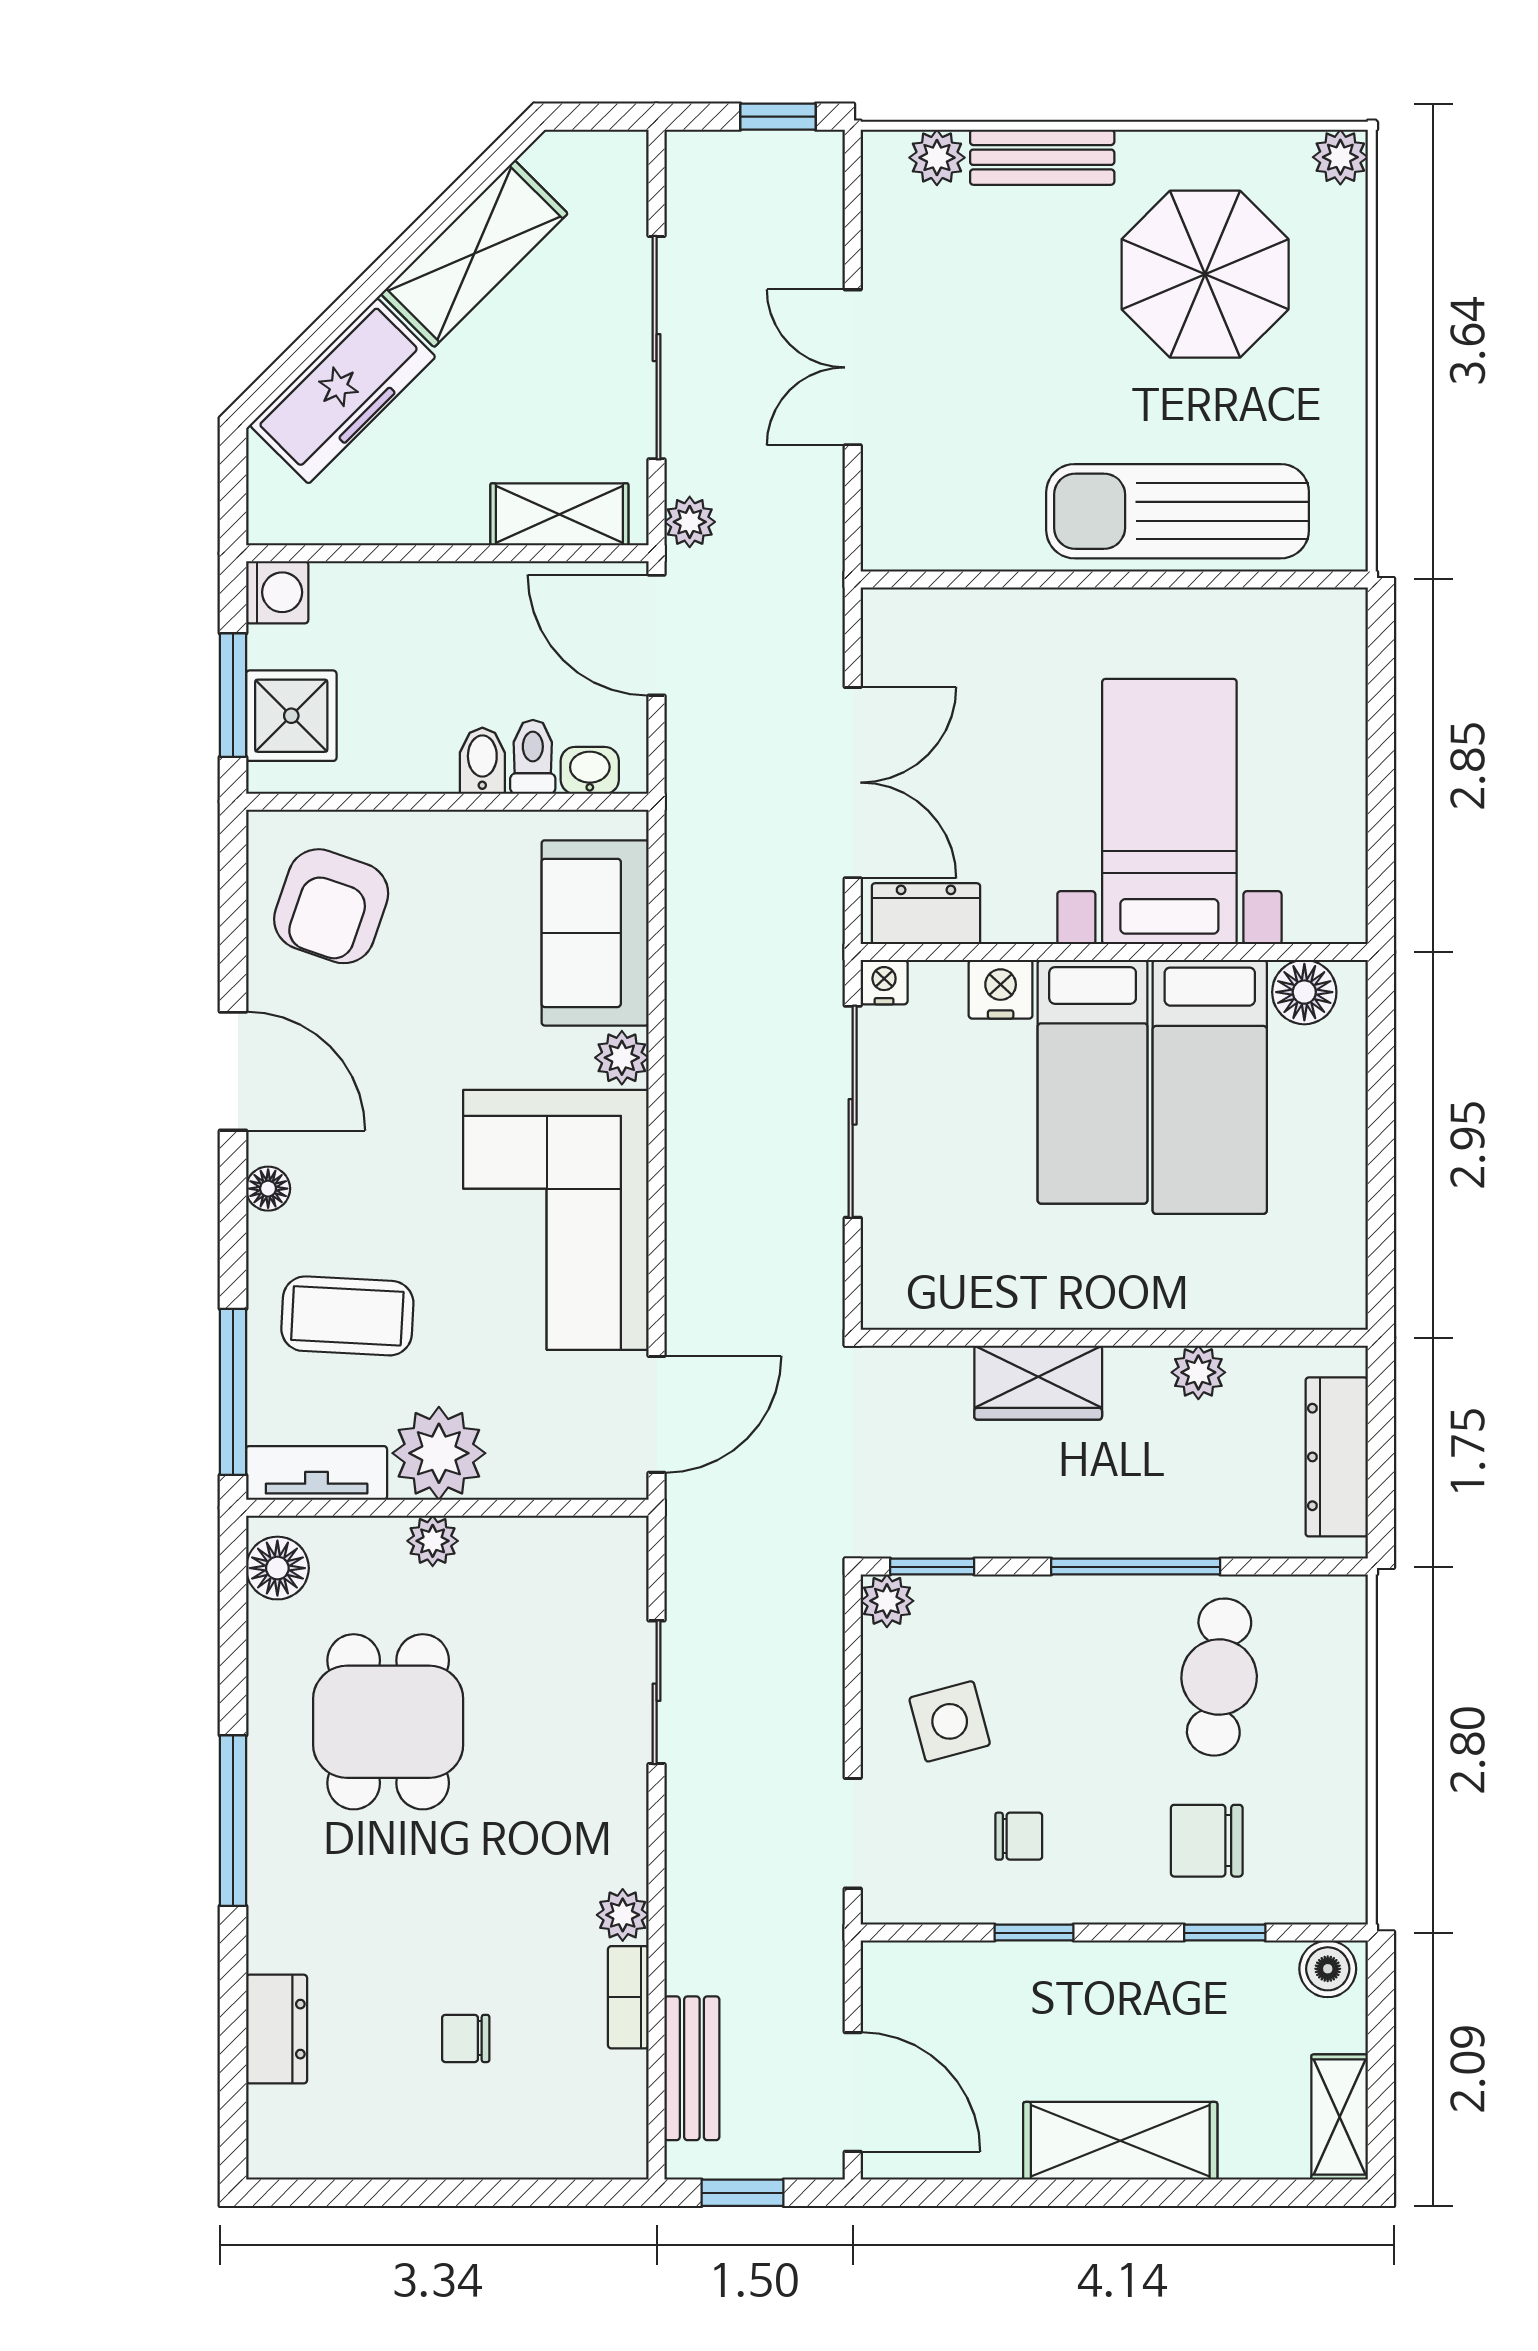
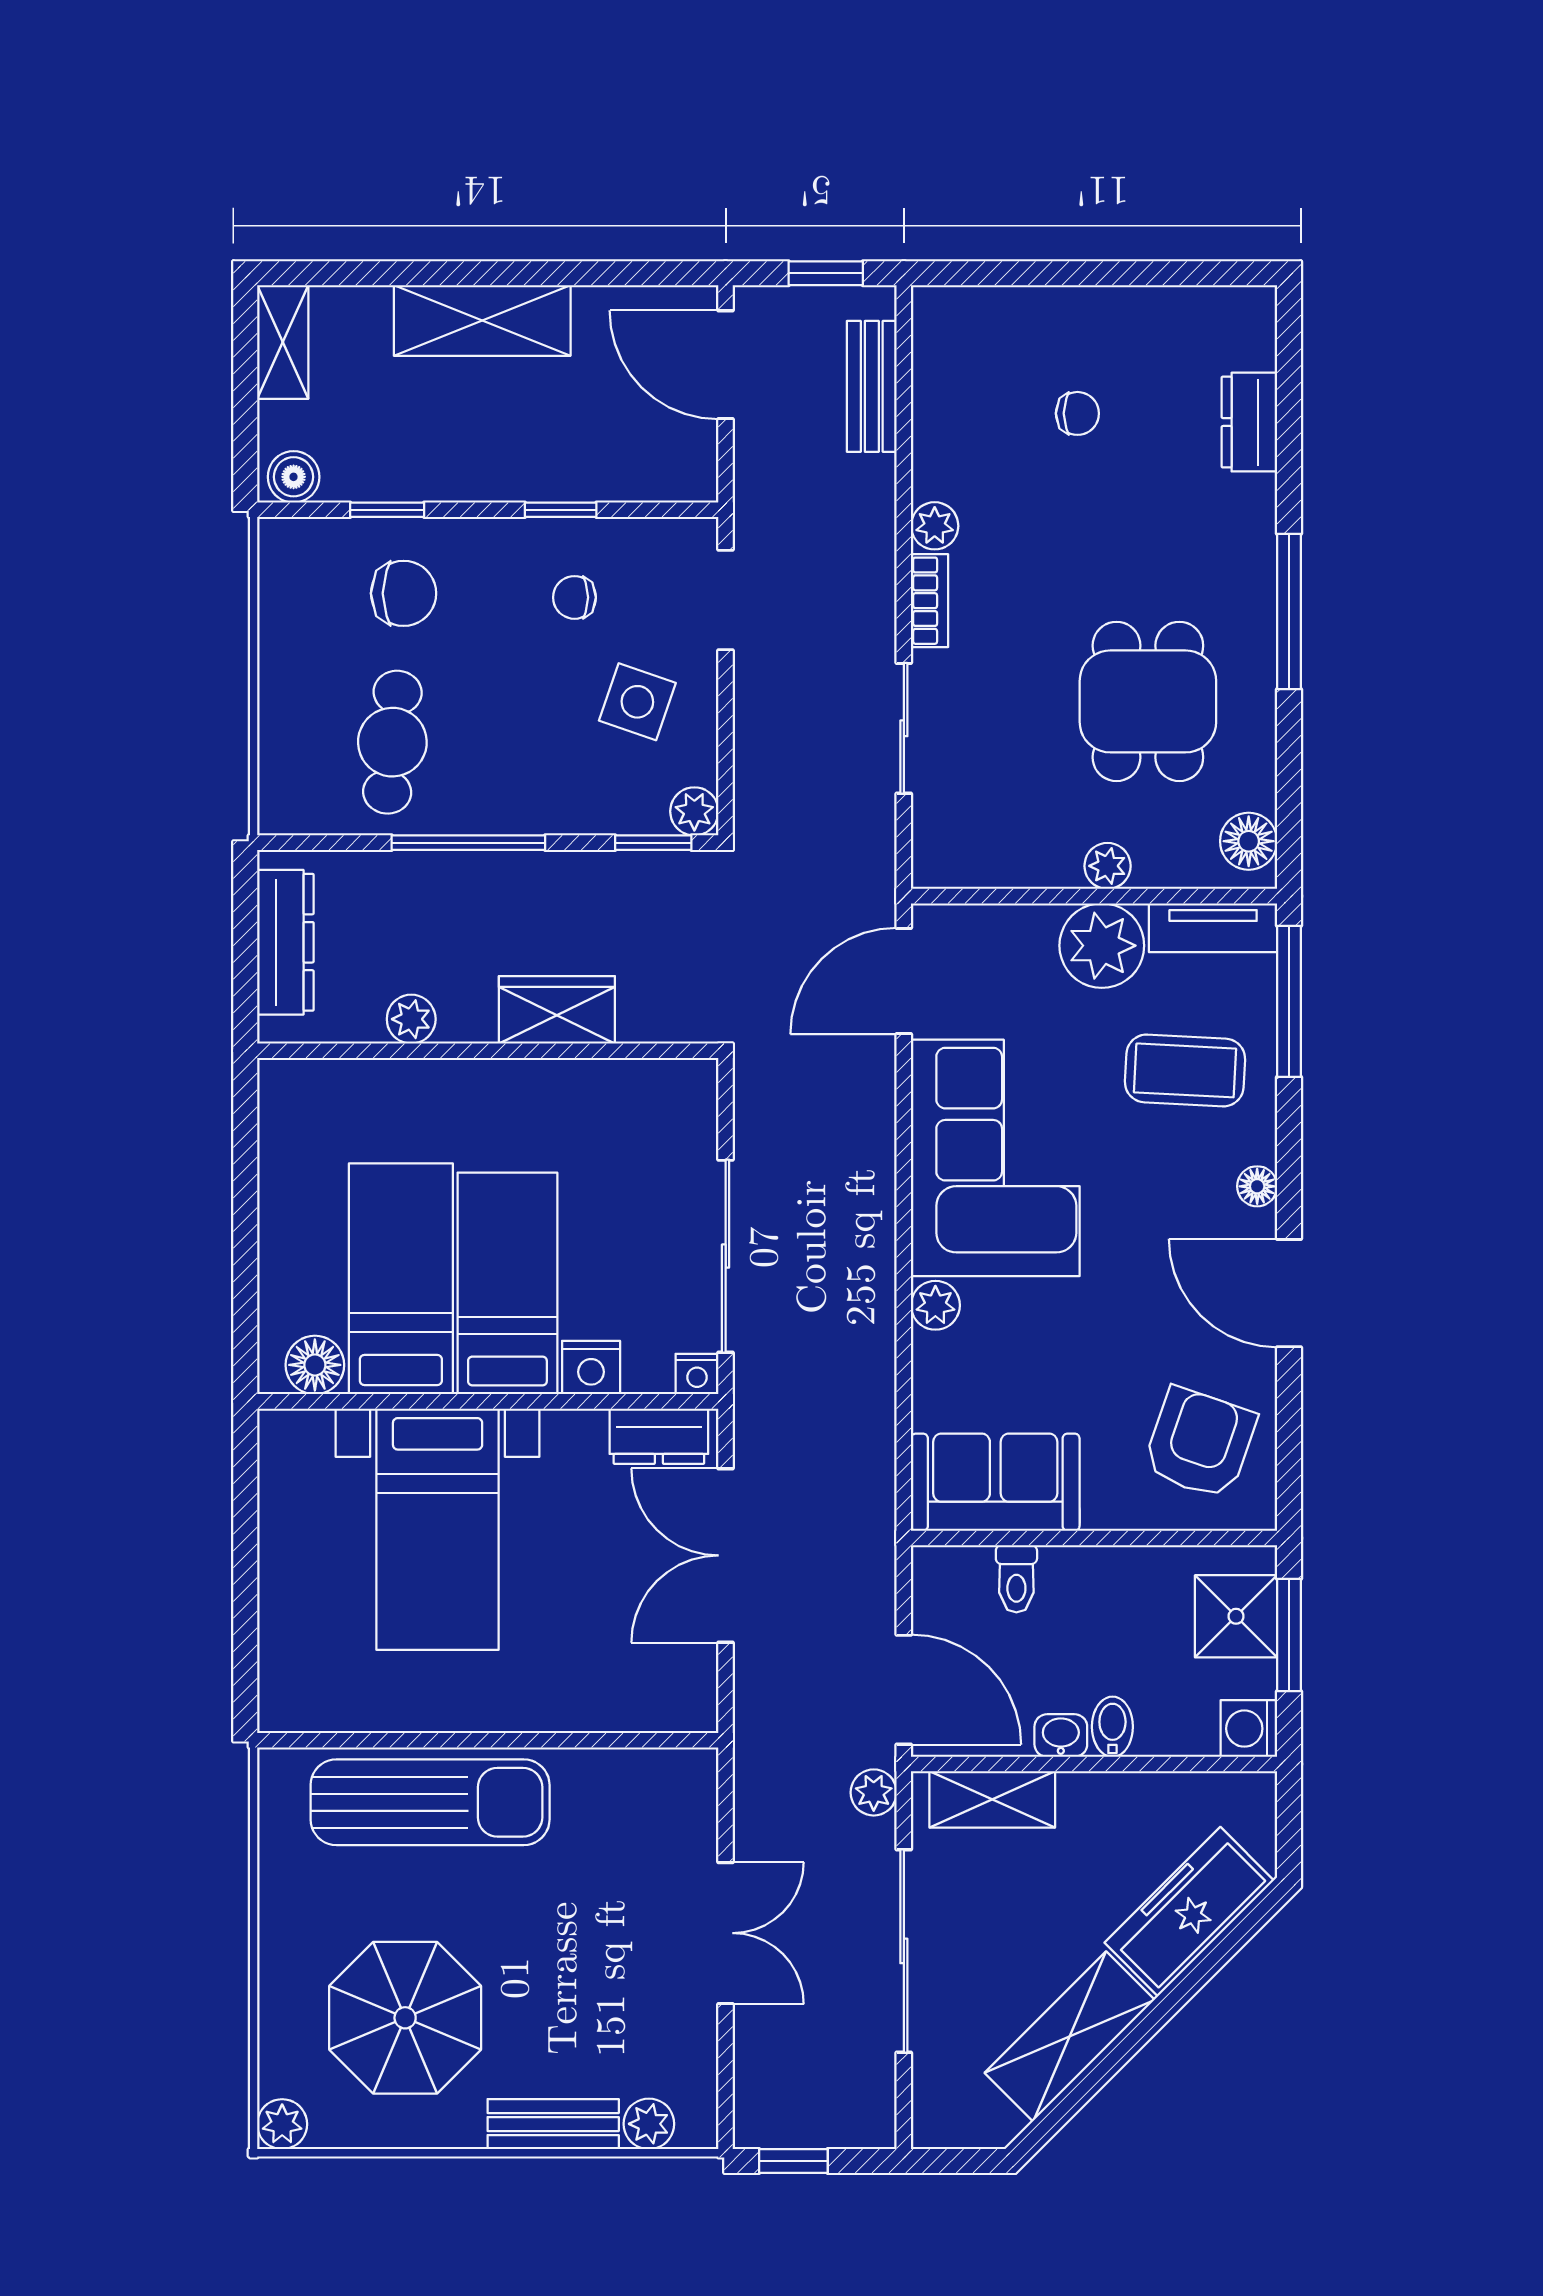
bidet: (482, 761) -> (1112, 1727), moved, turned 180
washbasin: (590, 770) -> (1061, 1735), moved, turned 180
sofa: (595, 933) -> (995, 1482), moved, turned -90
side table: (950, 1721) -> (637, 702), turned 34
bookcase: (628, 1997) -> (930, 601), moved

